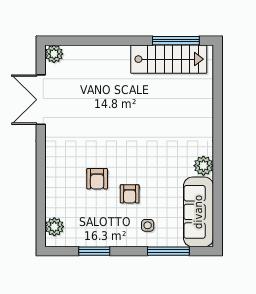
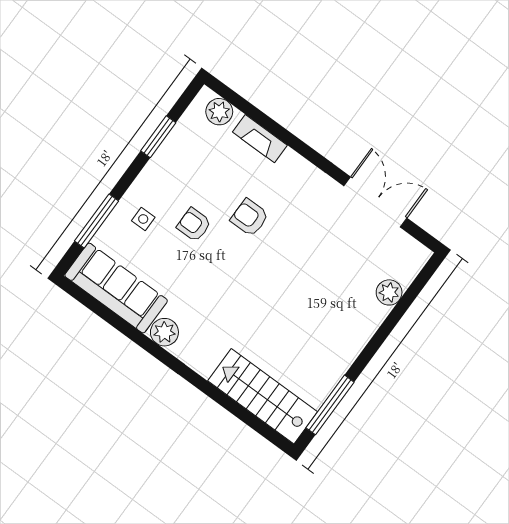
plant: (54, 54) -> (389, 292), moved
stairs: (169, 59) -> (263, 396), moved, turned 90
armchair: (97, 179) -> (250, 217), moved
fireplace: (53, 192) -> (260, 139), added

